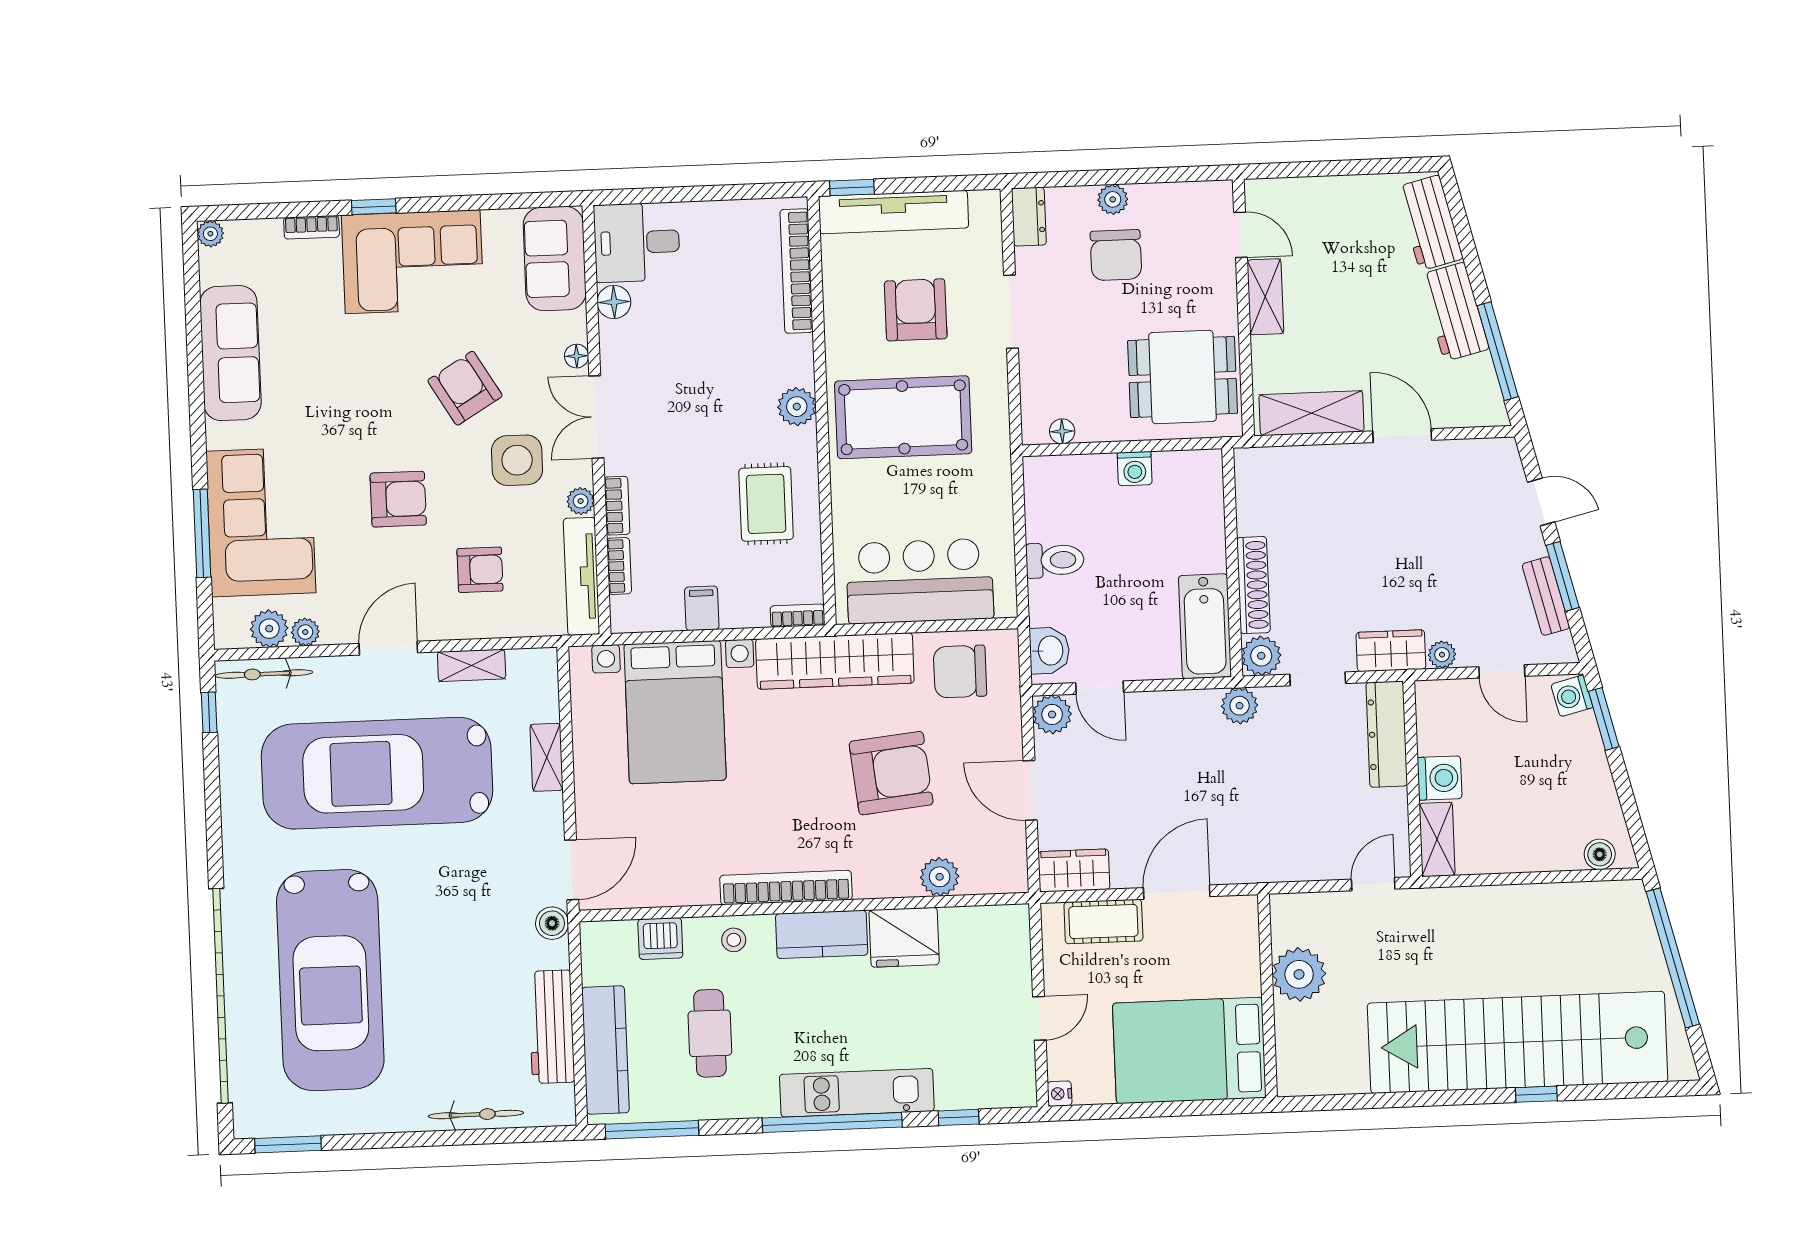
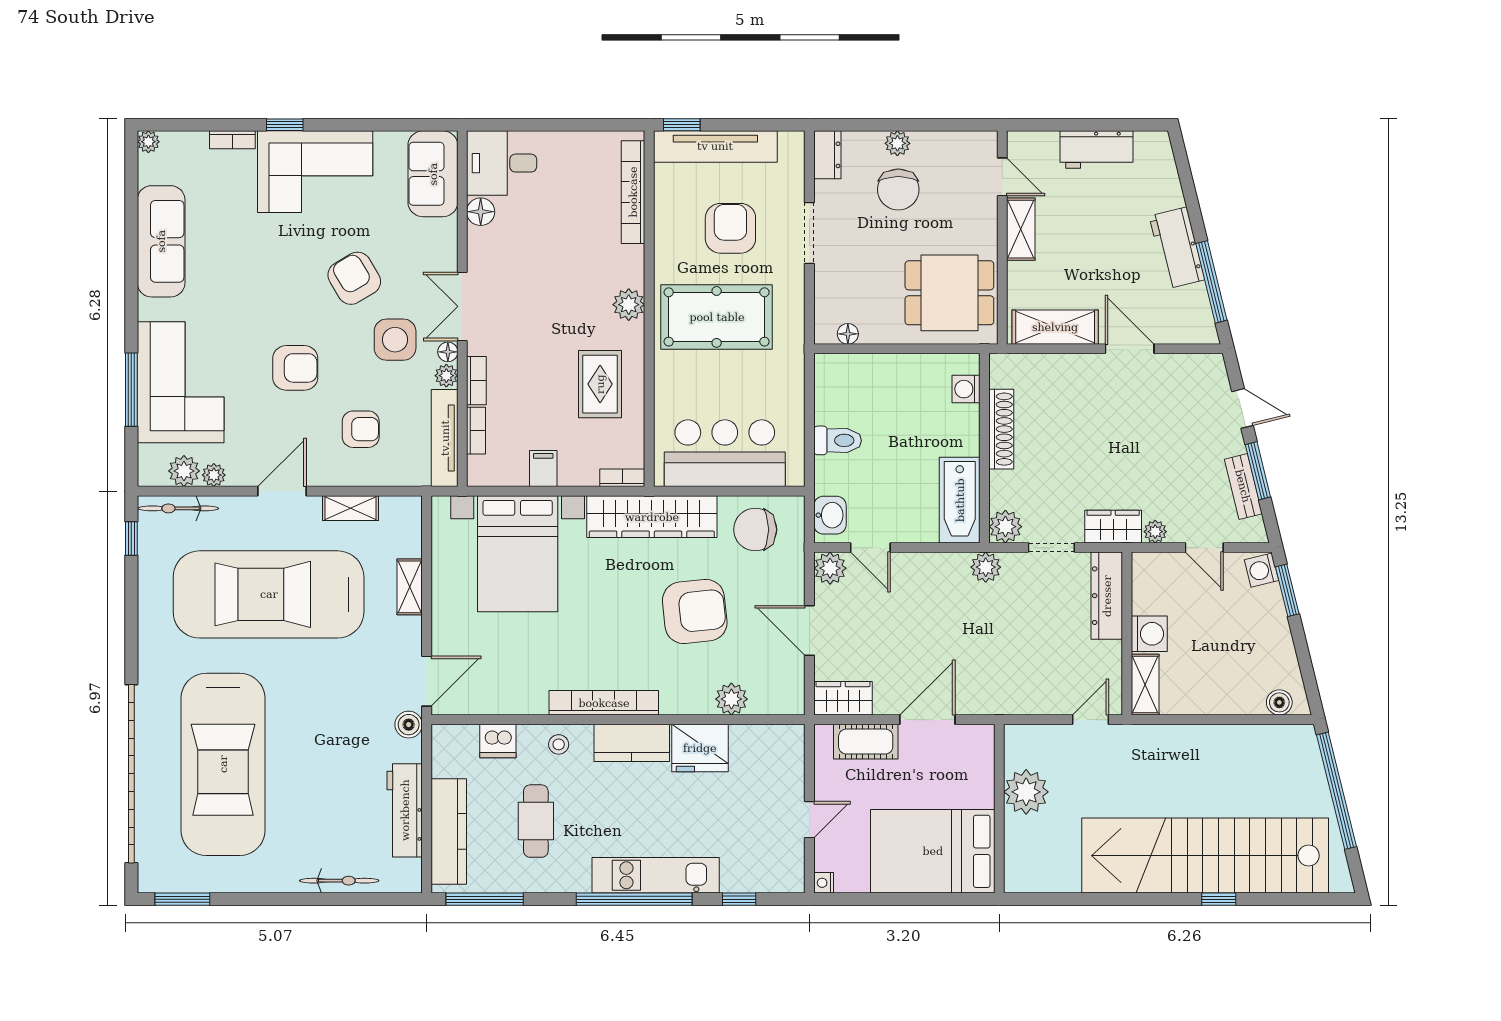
workbench: (1429, 223) -> (1096, 150), moved, turned -76
floor lamp: (577, 356) -> (448, 352), moved
washing machine: (1135, 469) -> (966, 389), moved, turned 90
shoe rack: (1253, 585) -> (1001, 429), moved

